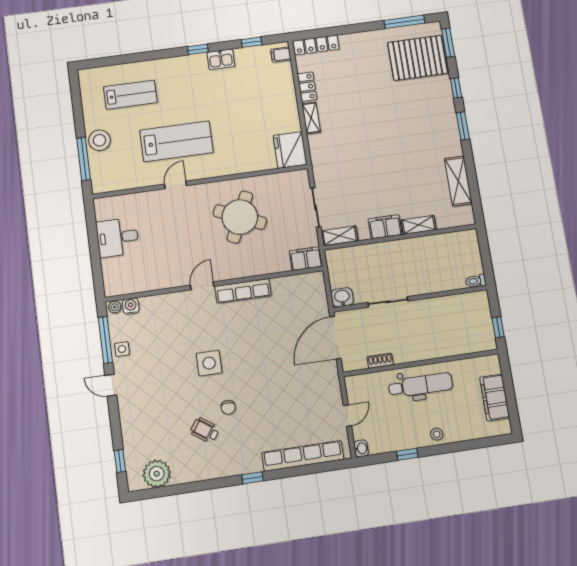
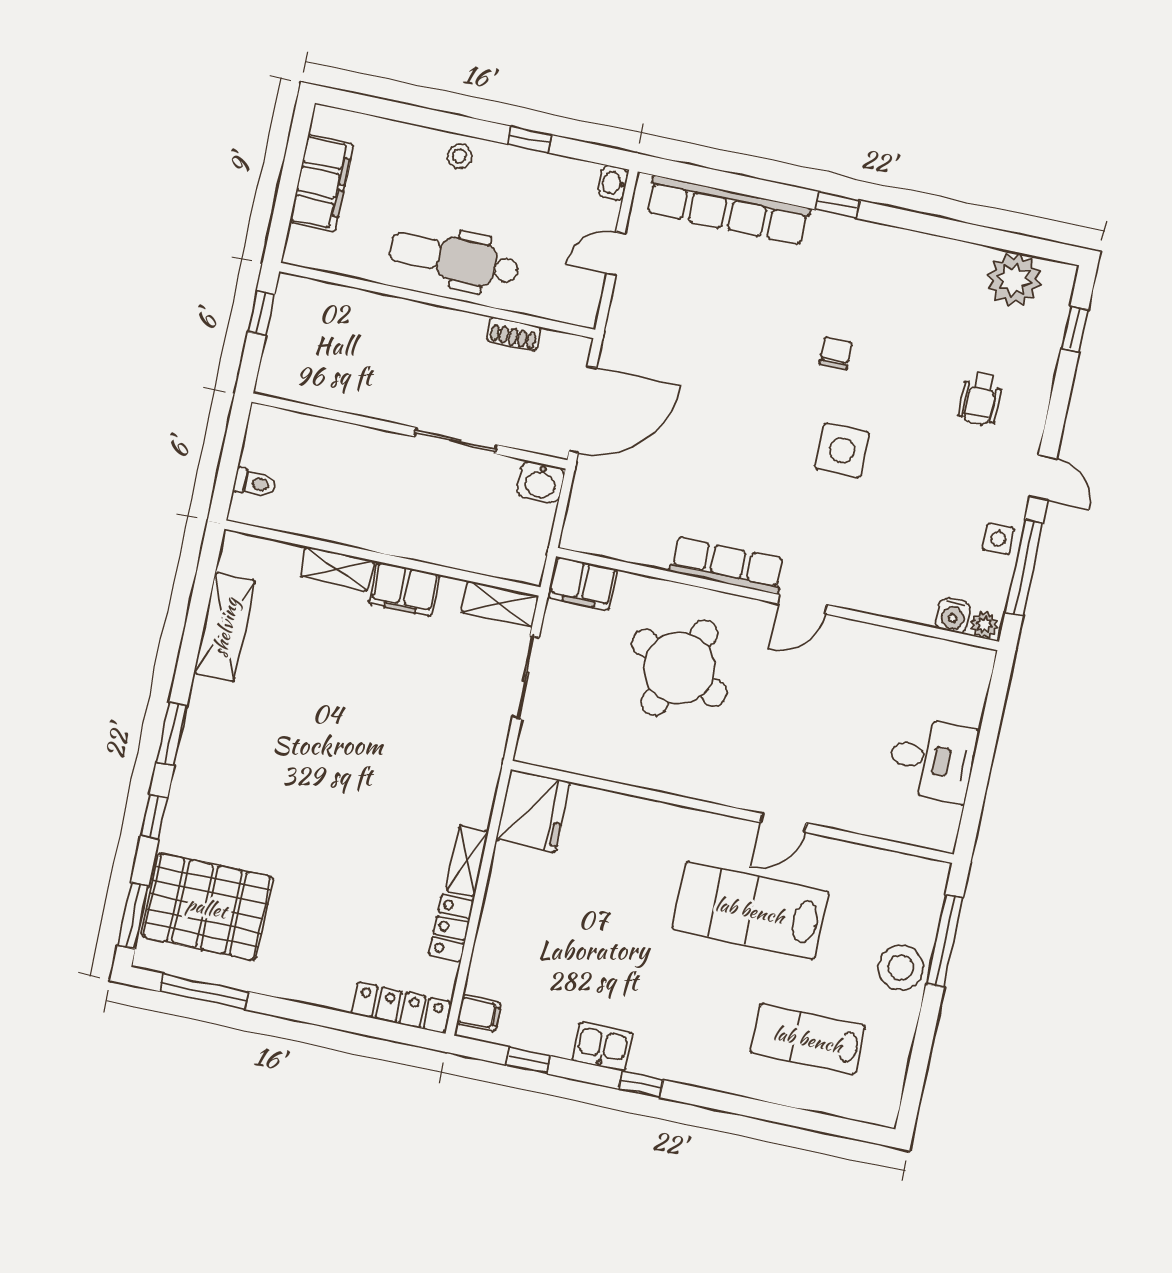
round table: (240, 217) -> (679, 668), moved
toilet: (476, 281) -> (255, 483), moved
wheelchair: (205, 430) -> (980, 398), moved, turned 55

